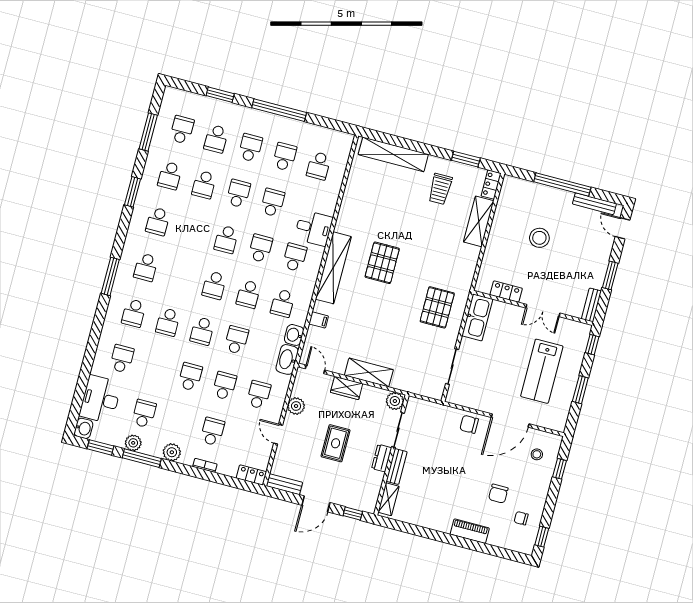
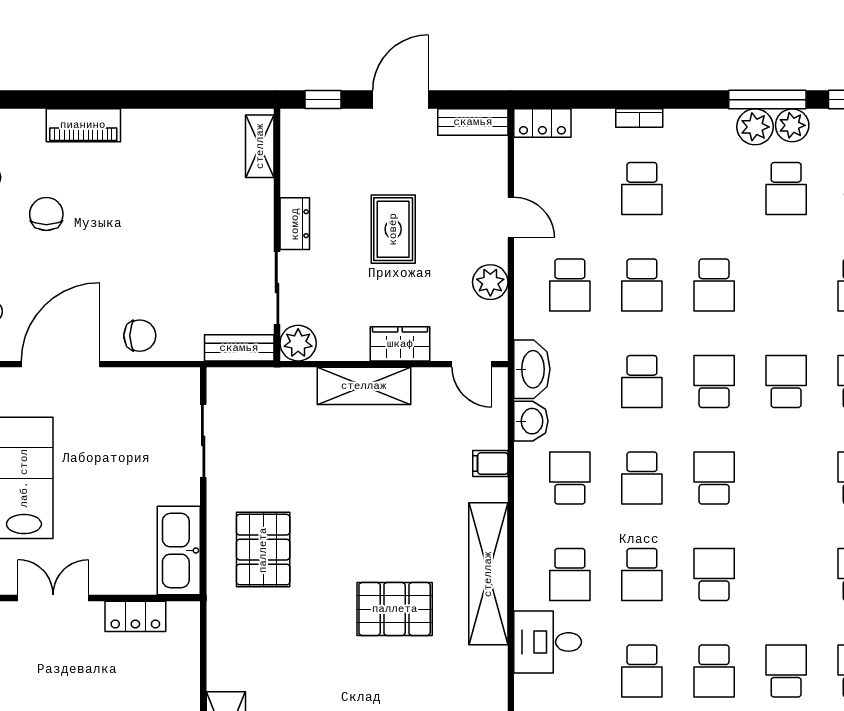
pallet: (382, 263) -> (395, 609), turned 90
school desk: (248, 294) -> (642, 478), turned 180
plant: (172, 452) -> (755, 127), moved
bench: (397, 467) -> (239, 348), moved, turned 90

